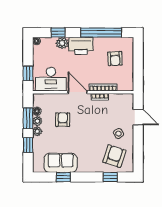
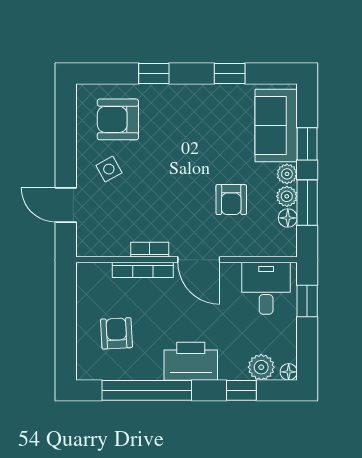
plant: (62, 43) -> (261, 367), moved
desk: (51, 79) -> (266, 288), width x0.73
armchair: (114, 156) -> (118, 119), turned 72
sofa: (61, 163) -> (276, 125), moved, turned 90
window: (110, 177) -> (154, 74), moved

